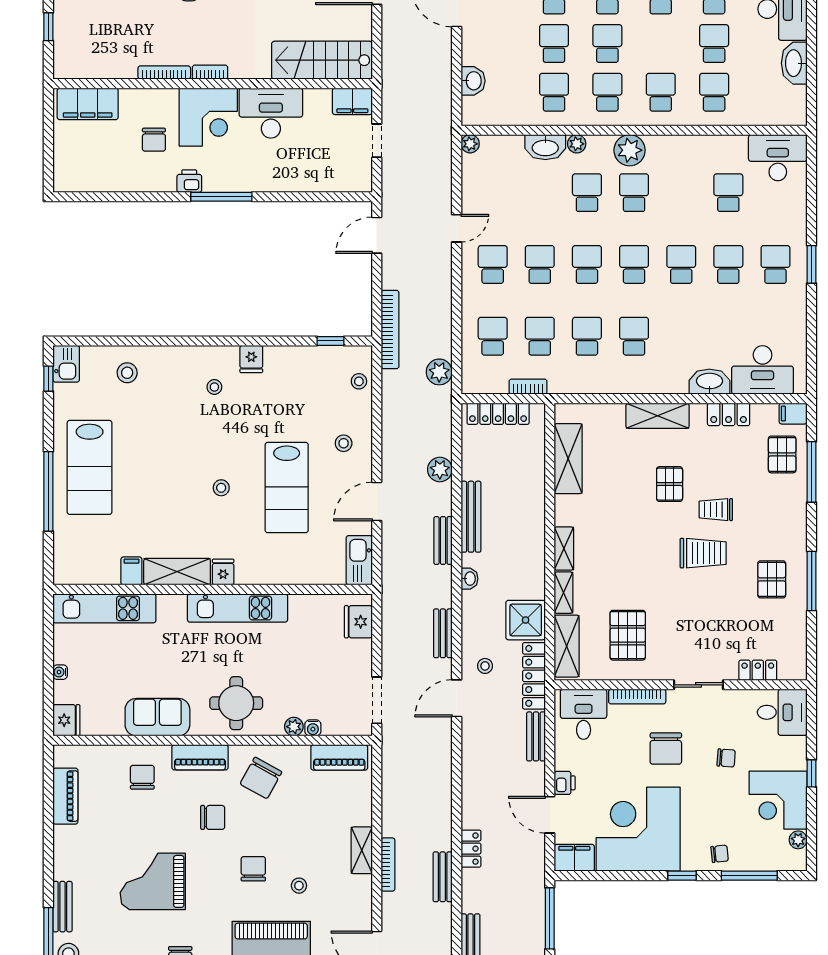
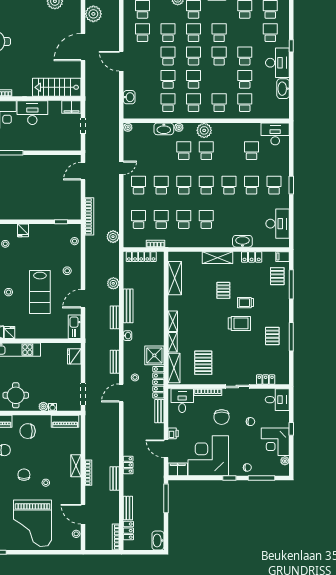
desk: (763, 370) -> (278, 224), moved, turned -90
chair: (261, 778) -> (28, 431), turned 61

